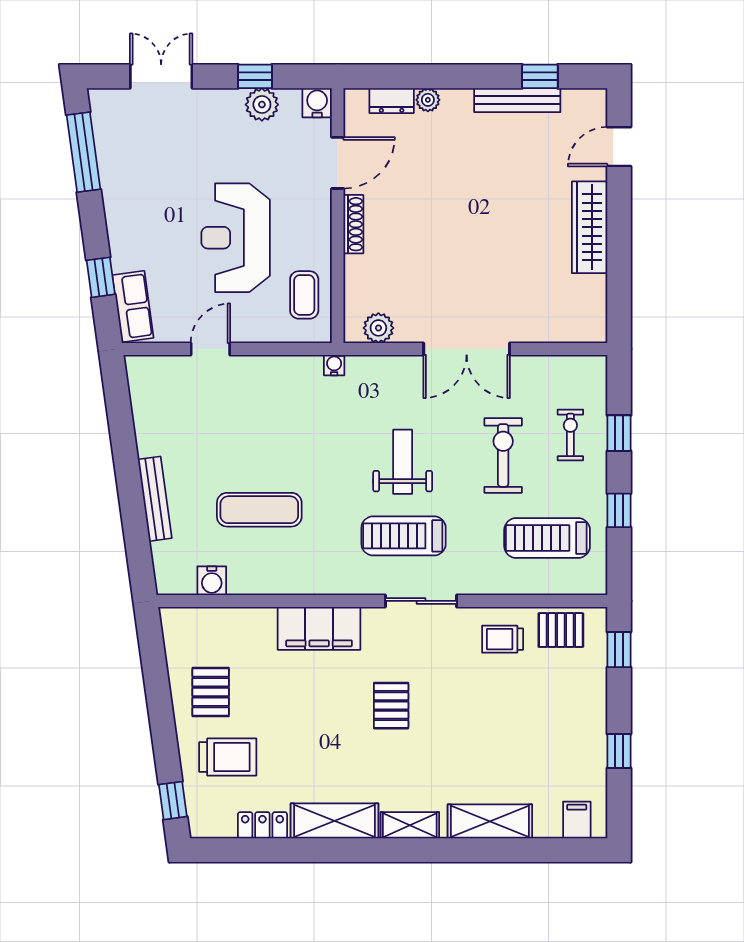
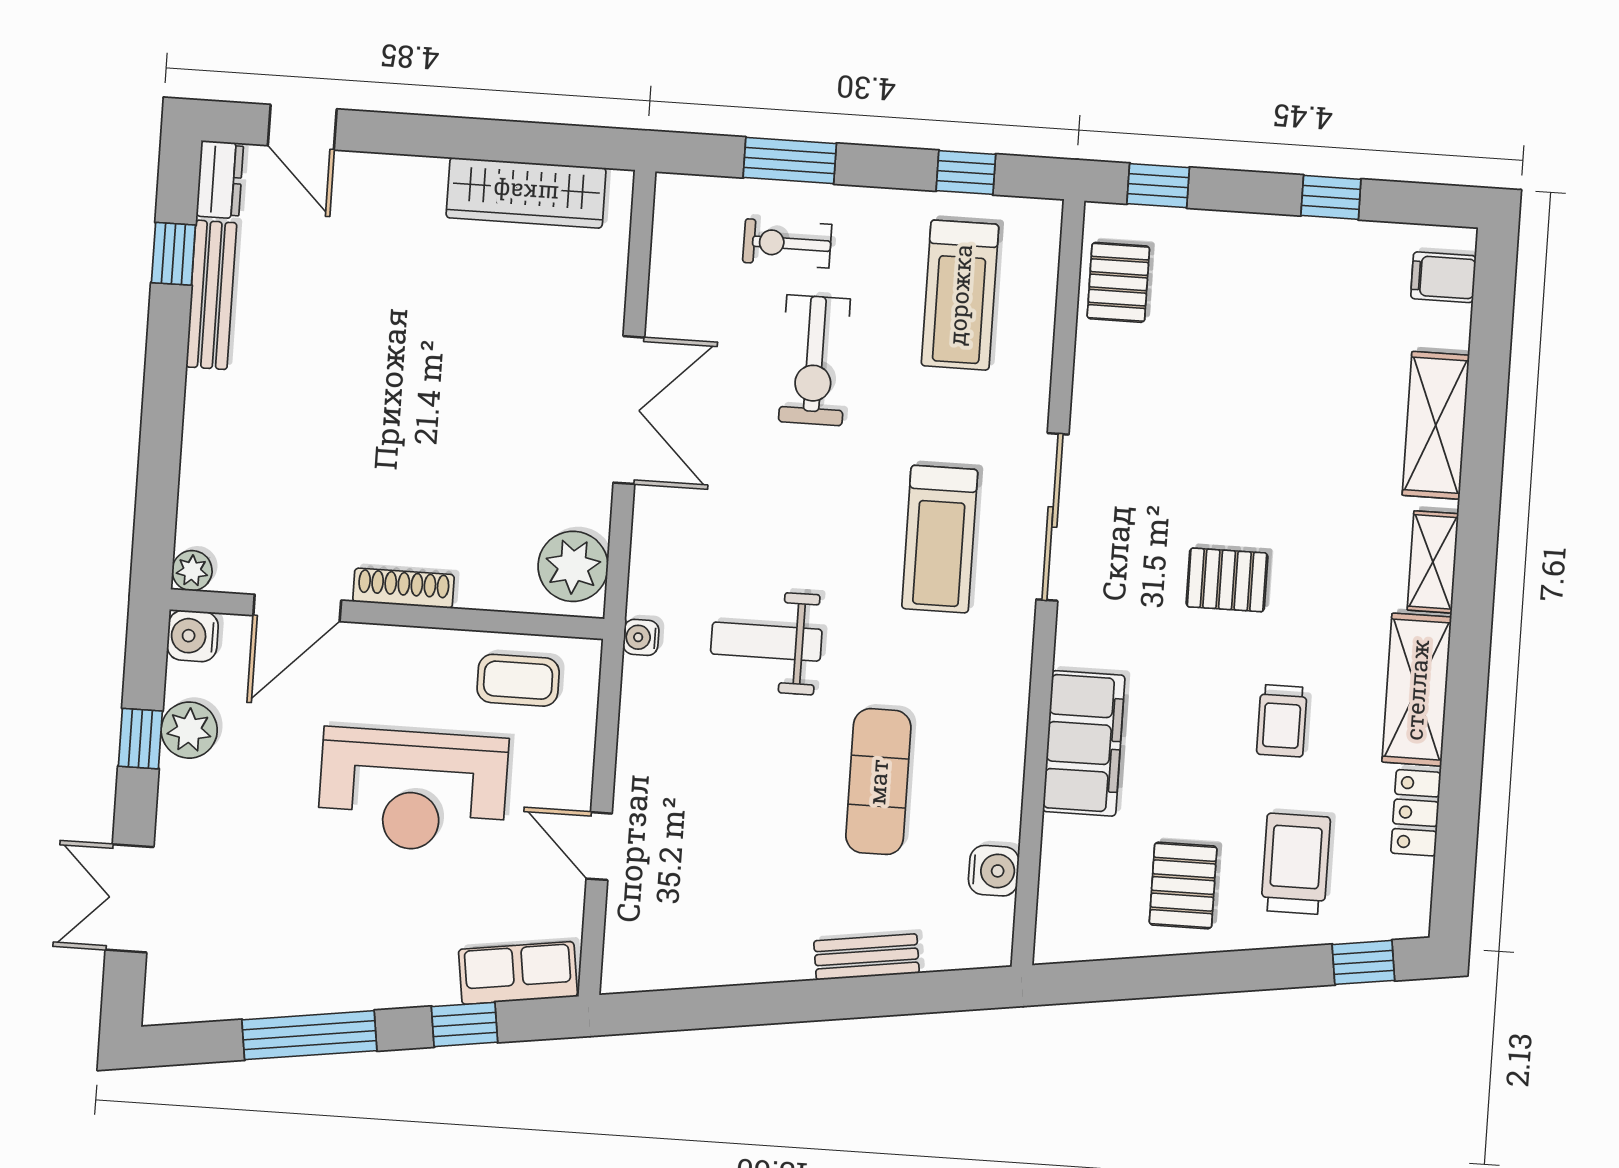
plant: (428, 100) -> (192, 571), moved
dresser: (392, 101) -> (220, 180), moved
window: (83, 152) -> (309, 1035), moved
door: (338, 163) -> (297, 608), swing flipped
wardrobe: (590, 227) -> (526, 193), moved
plant: (378, 328) -> (573, 566), width x1.36, depth x1.36
window: (619, 433) -> (790, 160), width x1.50
exercise bike: (503, 455) -> (814, 360), turned -90
weight bench: (403, 462) -> (766, 642), moved
bench: (155, 499) -> (867, 957), width x0.73
window: (619, 510) -> (966, 172), moved
sliding door: (421, 601) -> (1052, 517), width x1.37
filing cabinet: (319, 628) -> (1084, 743), moved
trolley: (503, 639) -> (1282, 721), moved
pallet: (211, 692) -> (1183, 885), turned 90

